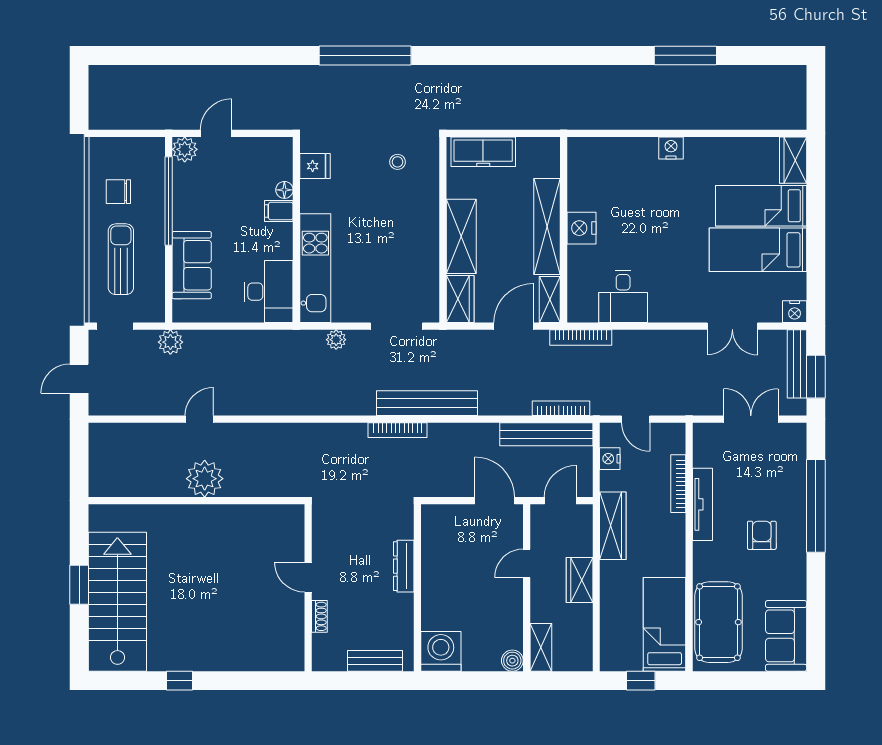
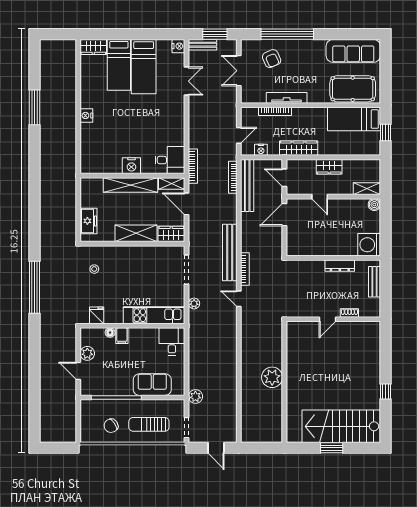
plant: (185, 149) -> (87, 353), moved
freezer: (483, 152) -> (89, 221), width x0.71
chair: (118, 192) -> (111, 426), turned 56
desk: (269, 292) -> (172, 341), width x0.73
desk: (623, 296) -> (170, 160), moved
bench: (797, 364) -> (203, 45), width x0.73
door: (199, 419) -> (239, 299), moved
armchair: (762, 535) -> (272, 59), moved, turned -114
dresser: (404, 566) -> (340, 266), moved
sofa: (786, 636) -> (353, 51), width x1.36

